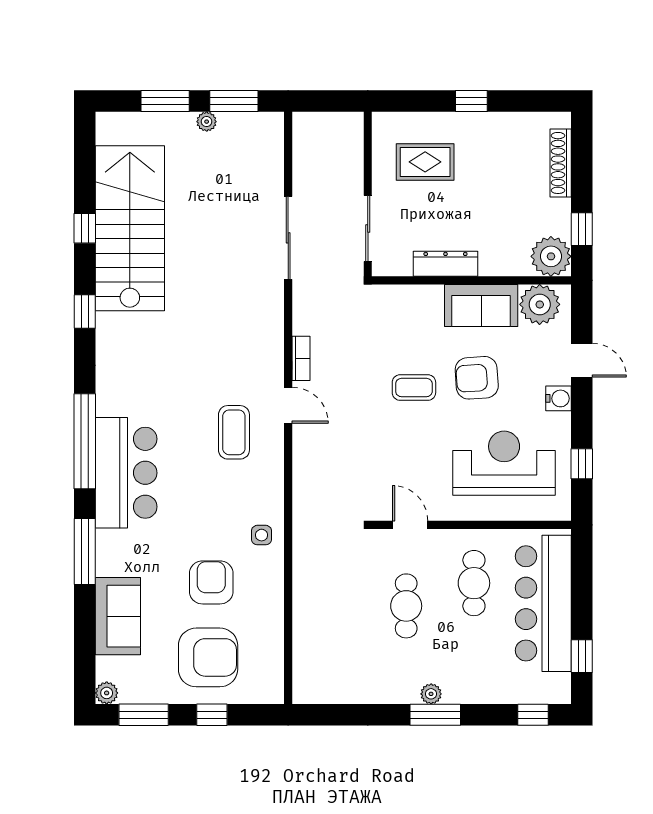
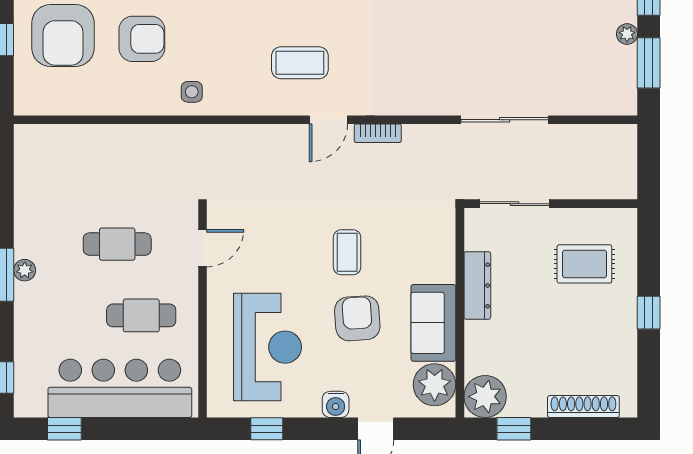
rug: (425, 162) -> (584, 264), turned 90

